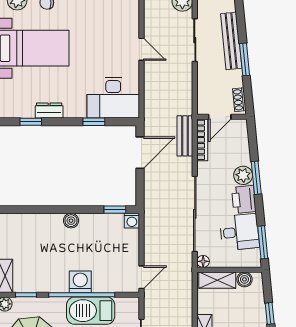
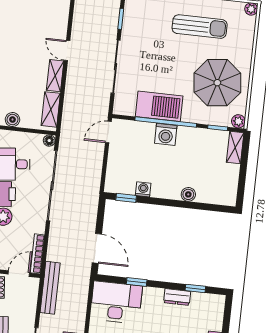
bench: (185, 136) -> (50, 288), moved, width x1.36
door: (140, 153) -> (97, 248), swing flipped
boiler: (71, 221) -> (188, 194), moved
washing machine: (132, 221) -> (143, 189), moved
shelving: (217, 280) -> (51, 109), moved, turned 90

